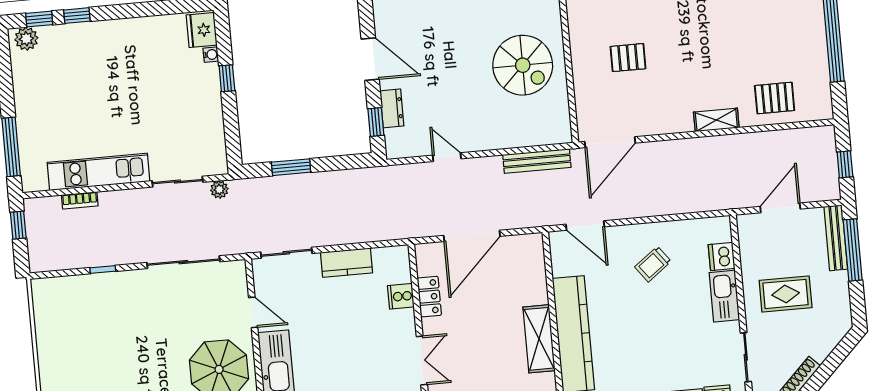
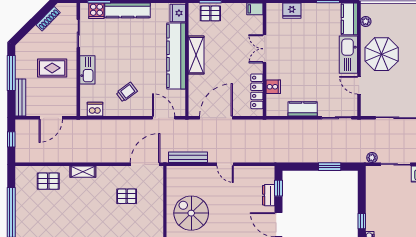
pallet: (628, 58) -> (127, 196), moved
door: (447, 157) -> (225, 164), moved
door: (472, 236) -> (216, 118), moved
window: (853, 250) -> (11, 73), moved
dishwasher: (722, 256) -> (95, 109), moved, turned -90
locker: (429, 297) -> (257, 91), width x1.53

